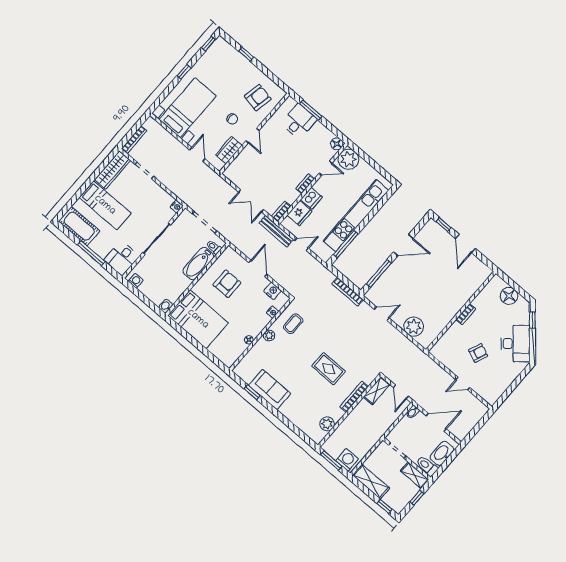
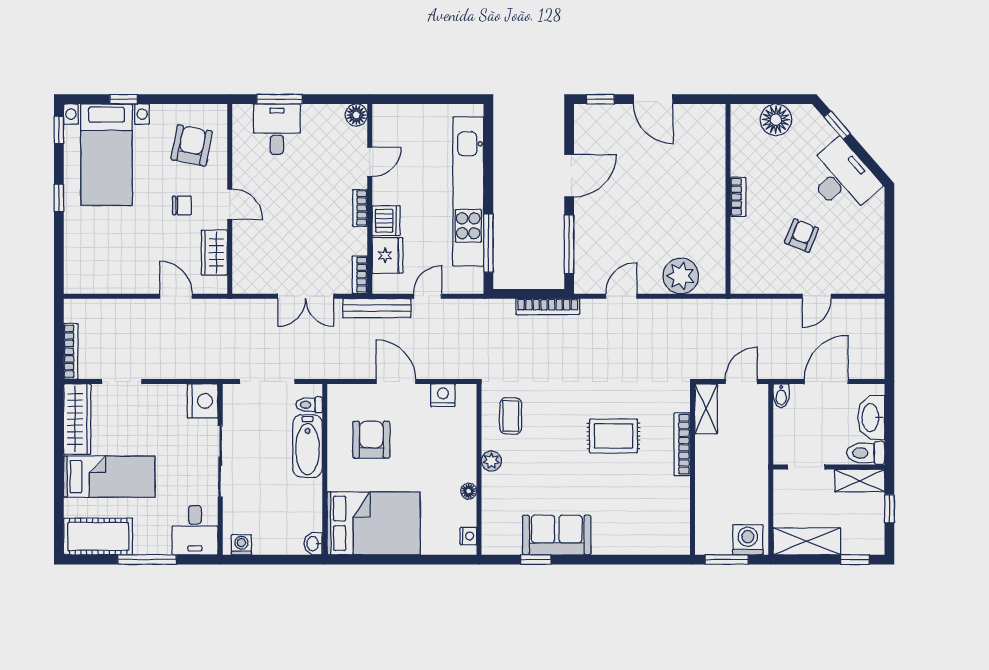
bed with nightstands: (188, 108) -> (107, 155), moved, turned 180
plant: (348, 159) -> (391, 123), removed
nightstand: (177, 206) -> (203, 401), width x1.89, depth x1.79
nightstand: (273, 312) -> (468, 536), moved
door: (401, 392) -> (741, 382), swing flipped
plant: (327, 424) -> (677, 514), removed

